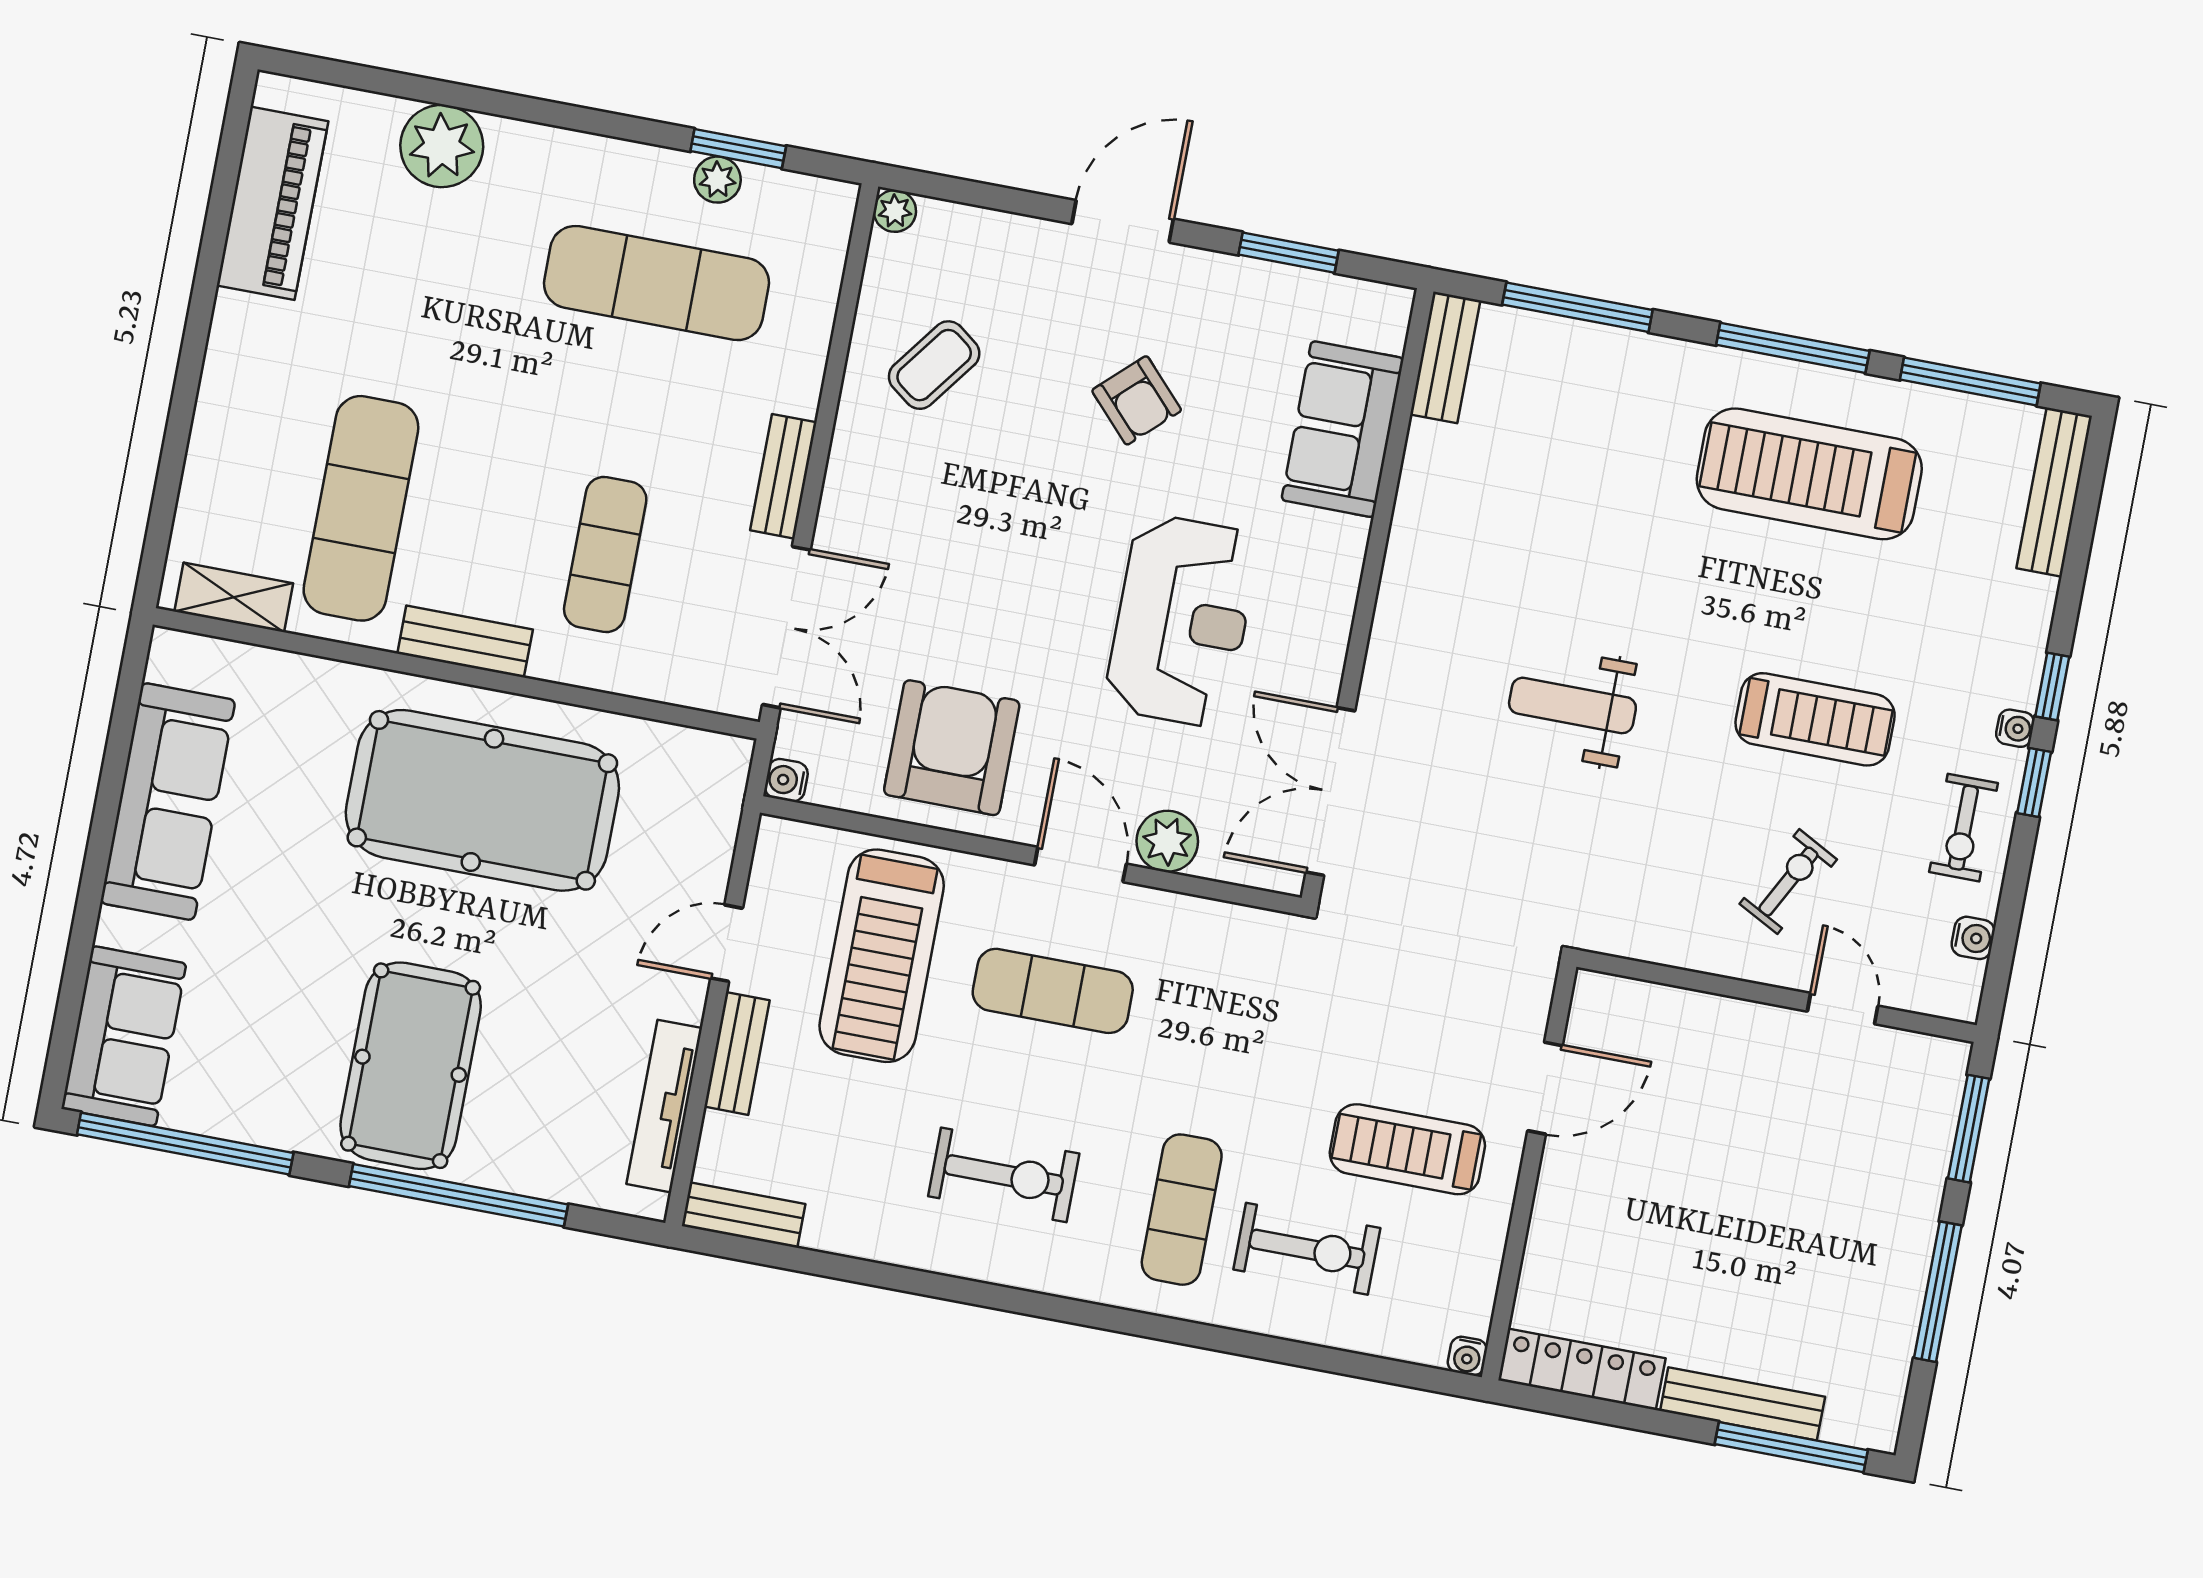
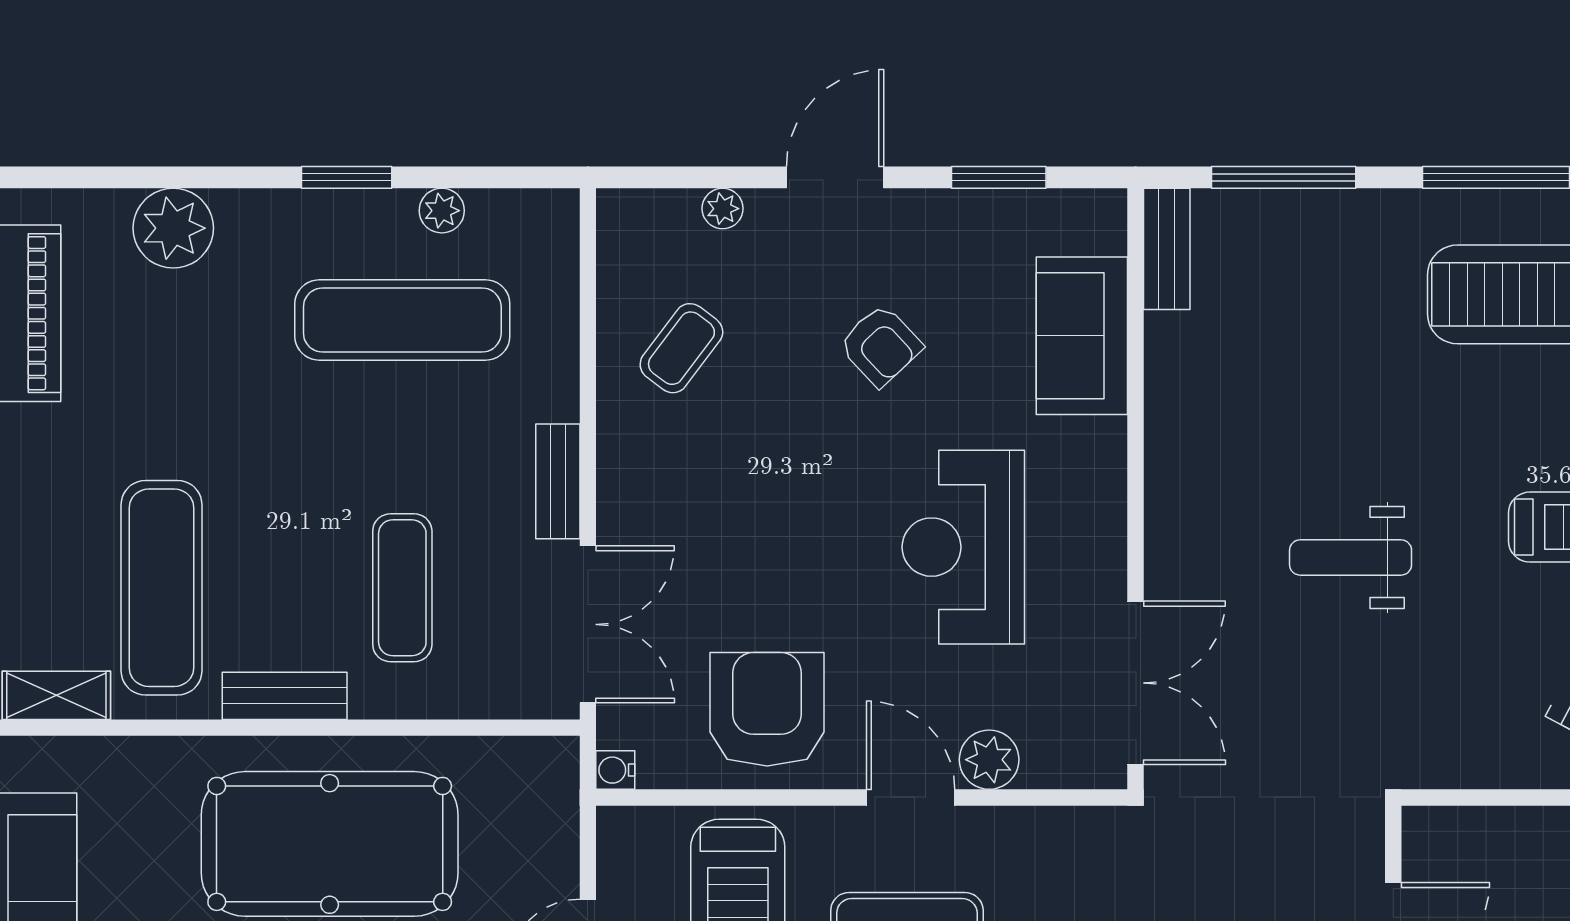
window: (738, 149) -> (347, 177), moved
plant: (895, 211) -> (723, 209), moved
reception desk: (1182, 621) -> (963, 547), turned 180
double door: (1330, 792) -> (1136, 683), swing flipped

